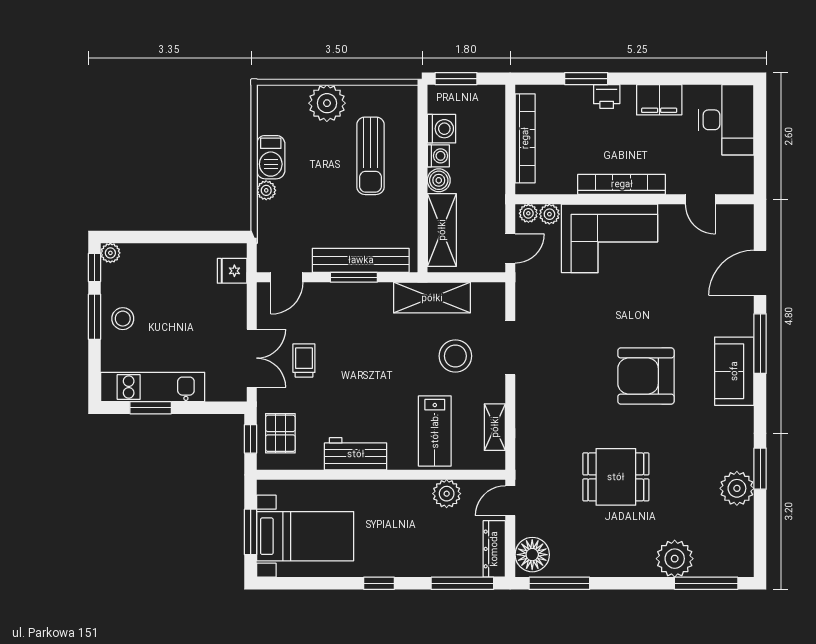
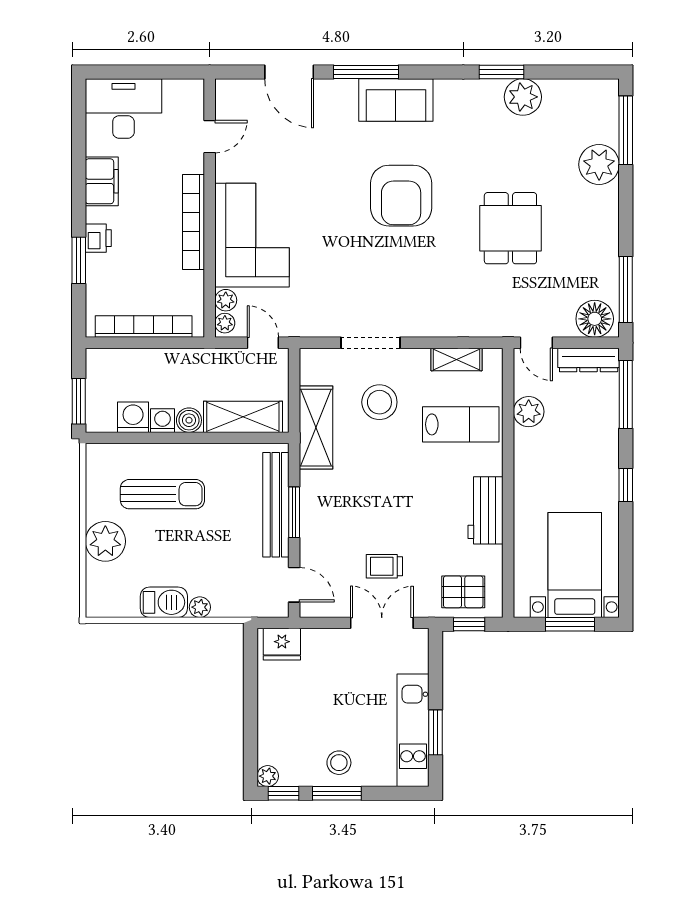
fridge: (232, 271) -> (282, 644), width x1.38

